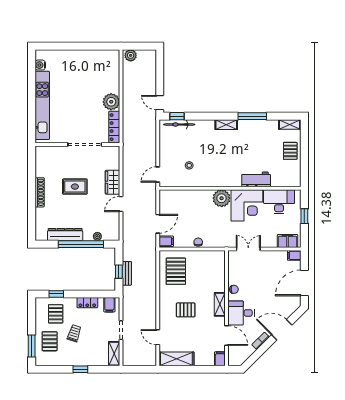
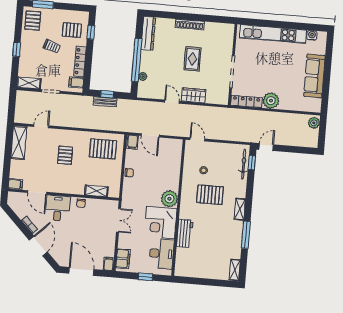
sofa: (82, 59) -> (314, 76), added
pallet: (290, 151) -> (210, 195), moved, width x1.50, depth x1.42
dresser: (65, 235) -> (148, 34), moved
locker: (87, 303) -> (80, 61), width x1.53
shelving: (220, 304) -> (96, 191), moved
door: (227, 336) -> (37, 192), hinge flipped
pallet: (50, 341) -> (33, 21), moved, turned 90

